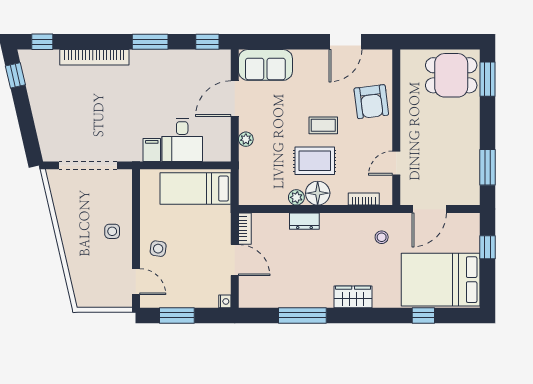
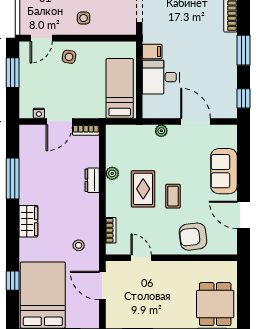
sofa: (265, 65) -> (224, 171), moved
floor lamp: (318, 193) -> (116, 191), removed
nightstand: (225, 301) -> (39, 113), moved

